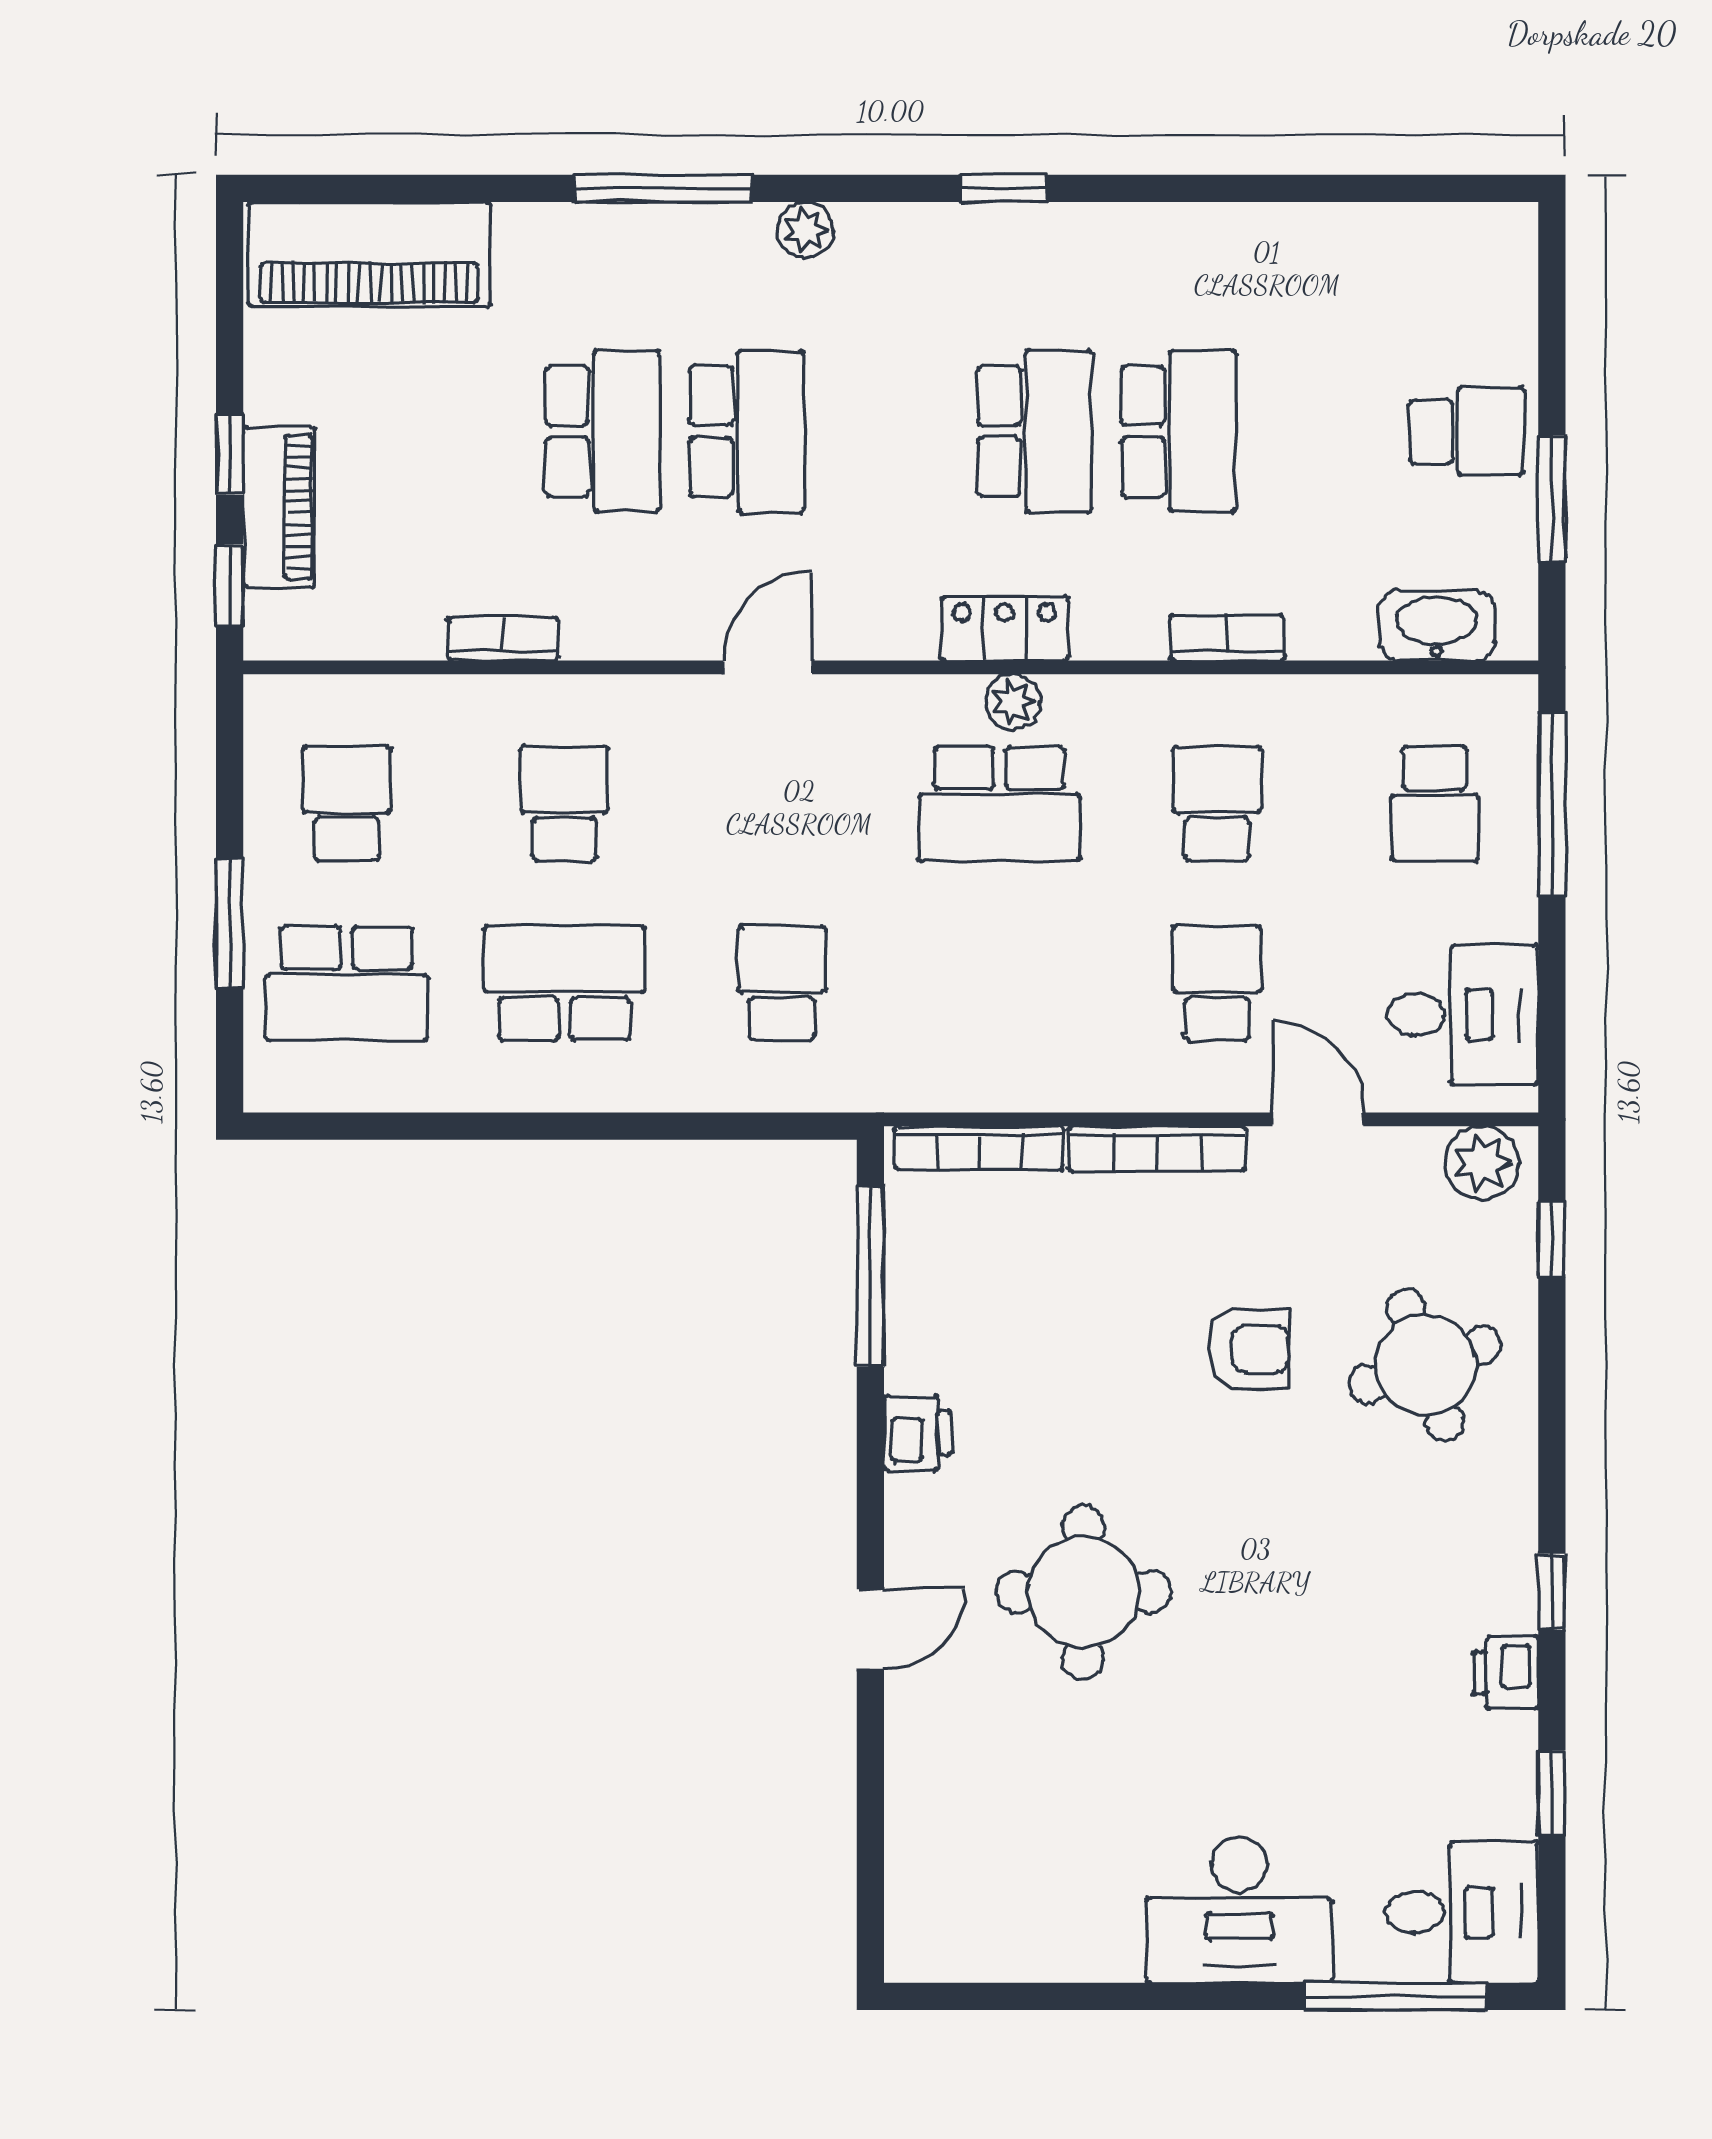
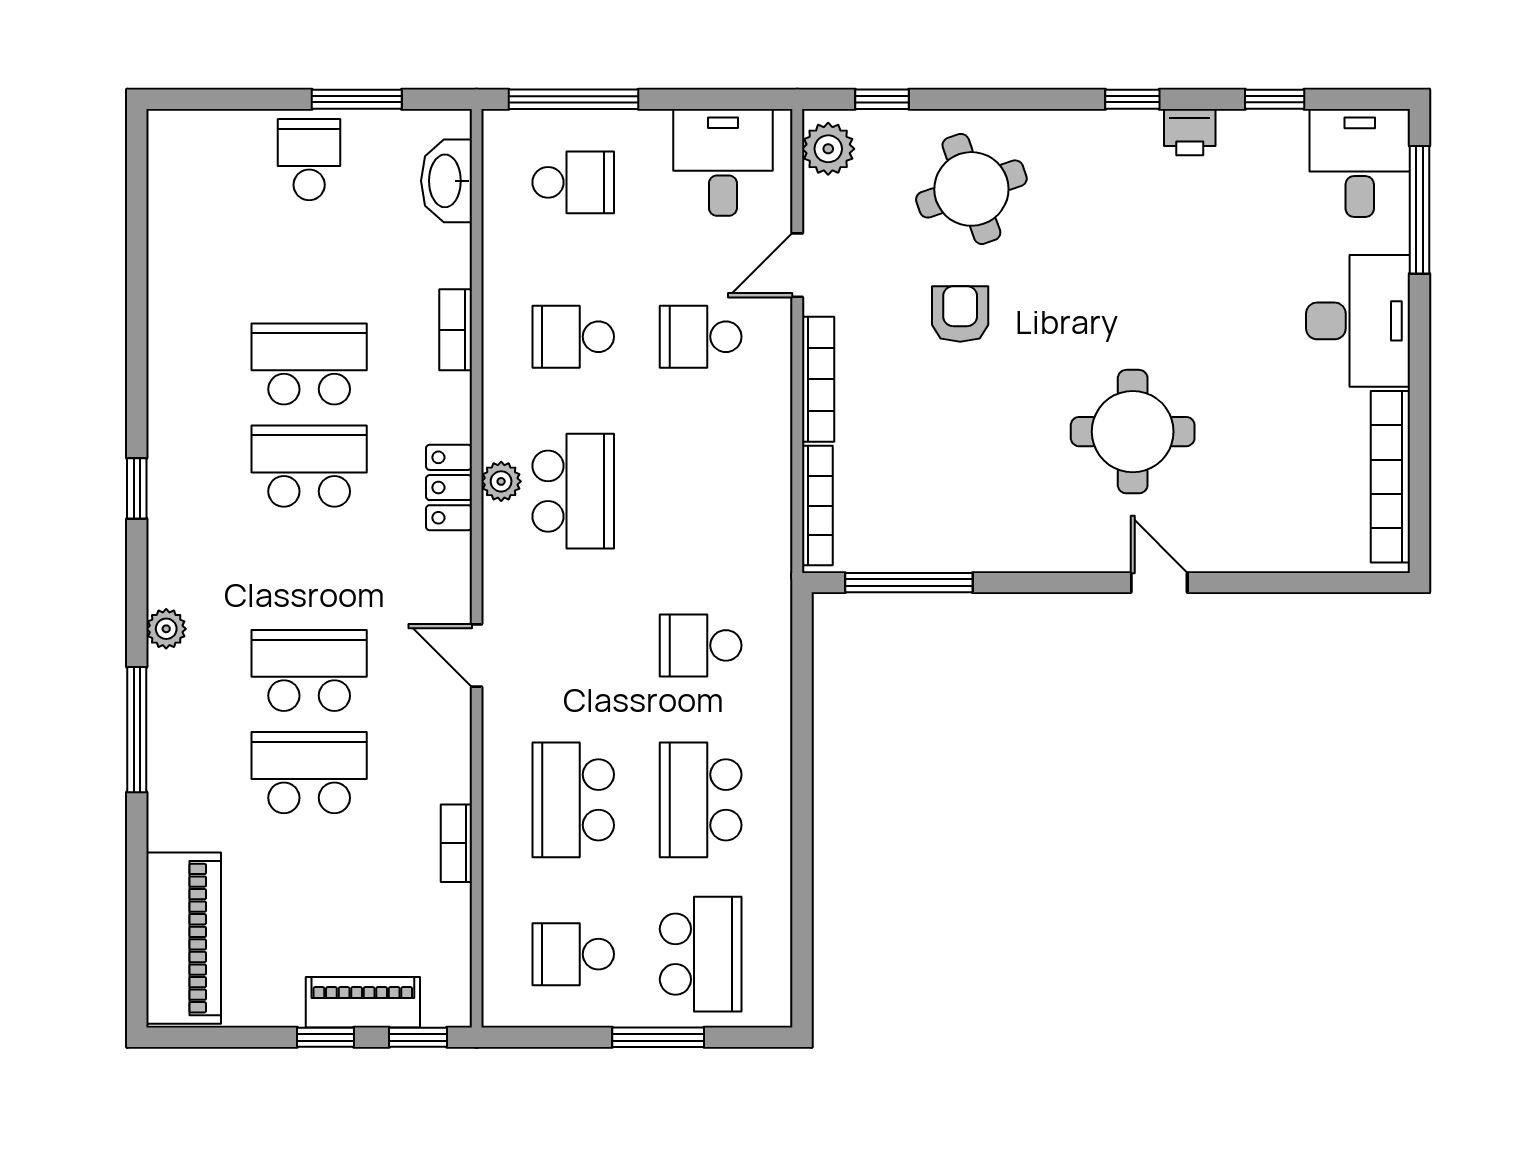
school desk: (564, 804) -> (573, 800), width x1.85
printer: (918, 1433) -> (1020, 549), removed
bookcase: (1020, 1955) -> (1390, 477), added

